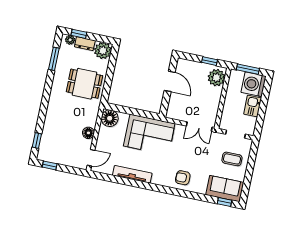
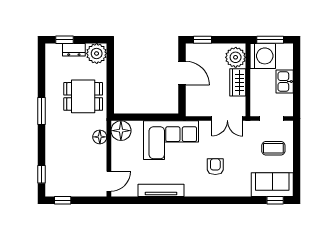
plant: (70, 40) -> (56, 49), removed
window: (54, 59) -> (42, 111), moved
window: (209, 61) -> (202, 40), moved
washing machine: (254, 84) -> (263, 56), moved, turned 180
wardrobe: (214, 99) -> (238, 82), added
floor lamp: (88, 133) -> (100, 137), moved
armchair: (183, 178) -> (215, 167), moved, turned 90

